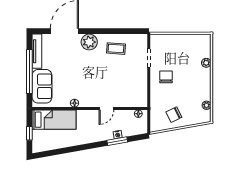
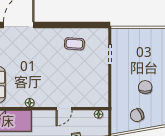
plant: (89, 42) -> (46, 37), removed
chair: (166, 77) -> (145, 87), moved

